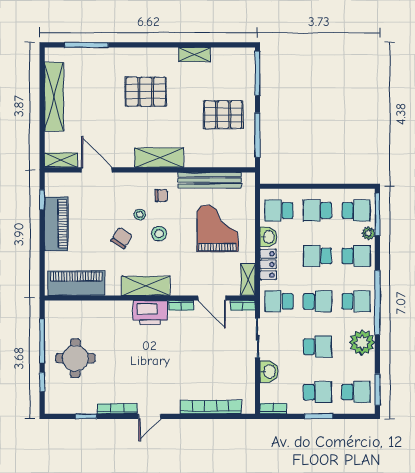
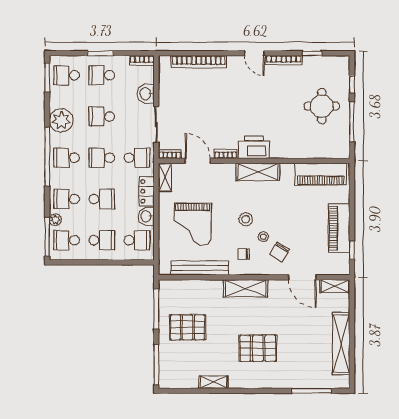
chair: (122, 238) -> (280, 252), moved
door: (150, 416) -> (254, 53), swing flipped

